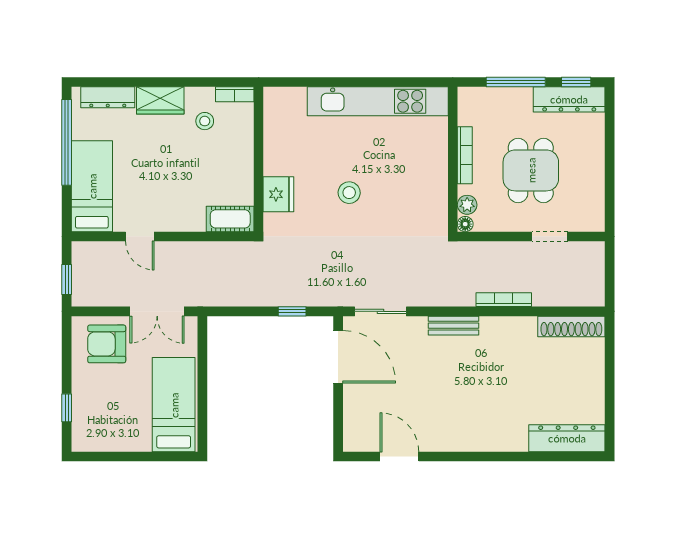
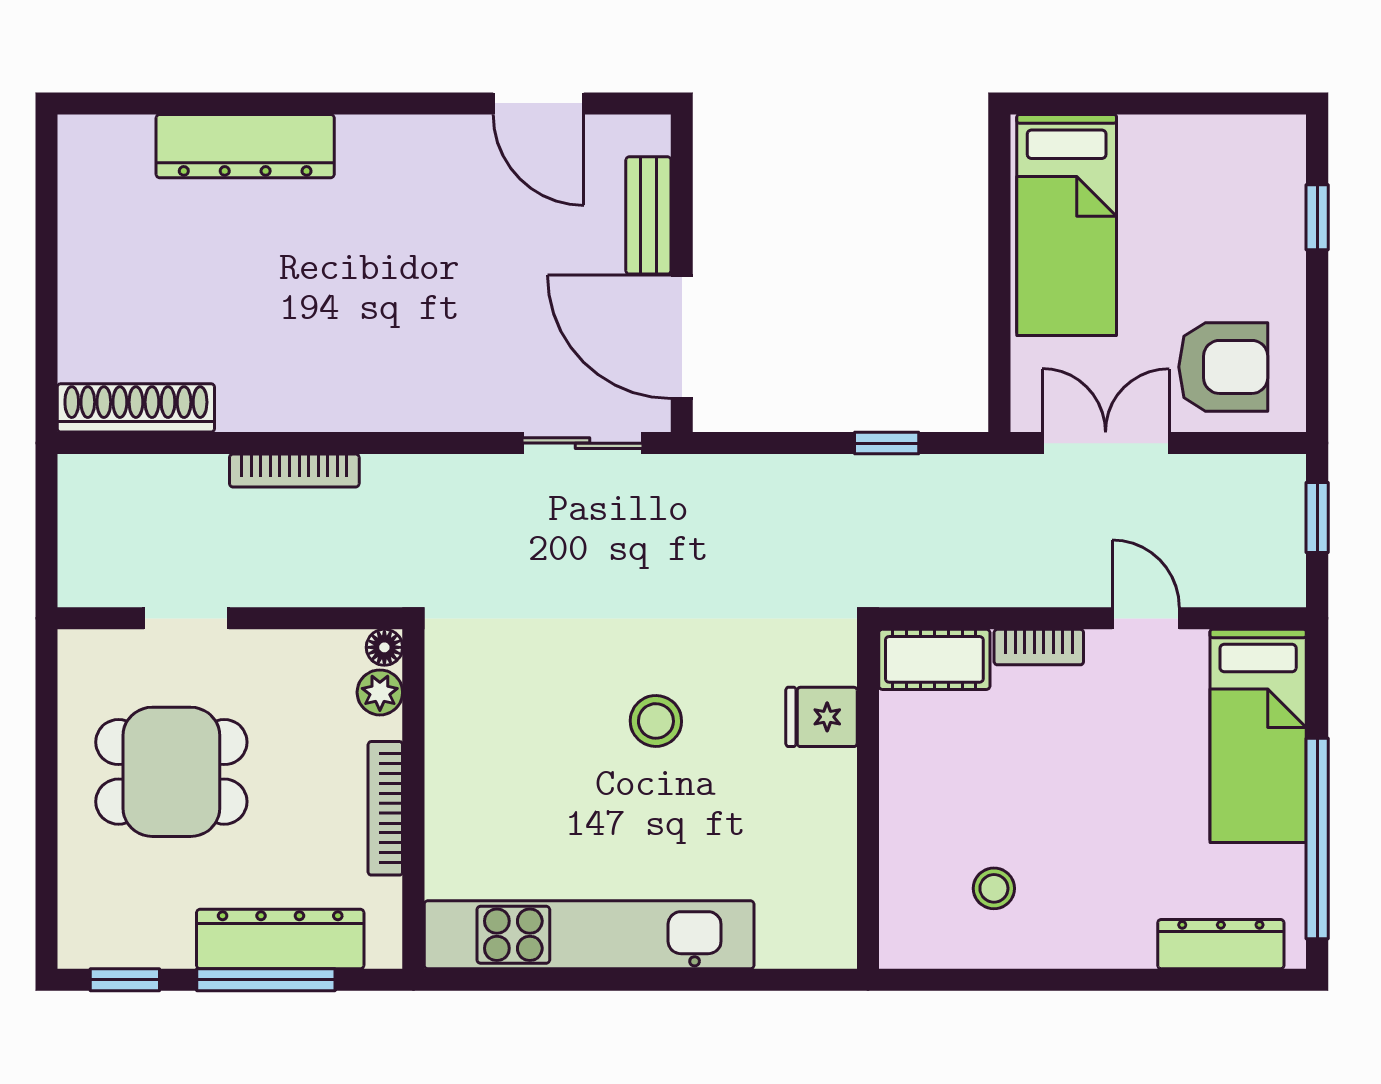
bookcase: (235, 94) -> (1039, 647), moved, turned 180
dresser: (569, 99) -> (280, 939), moved
wardrobe: (160, 100) -> (1098, 937), removed
dining table: (531, 170) -> (171, 772), moved, turned 90
fridge: (278, 194) -> (821, 717), width x0.72
window: (292, 311) -> (887, 443), moved
bench: (453, 326) -> (648, 215), moved, turned 90
dresser: (567, 438) -> (245, 146), moved

